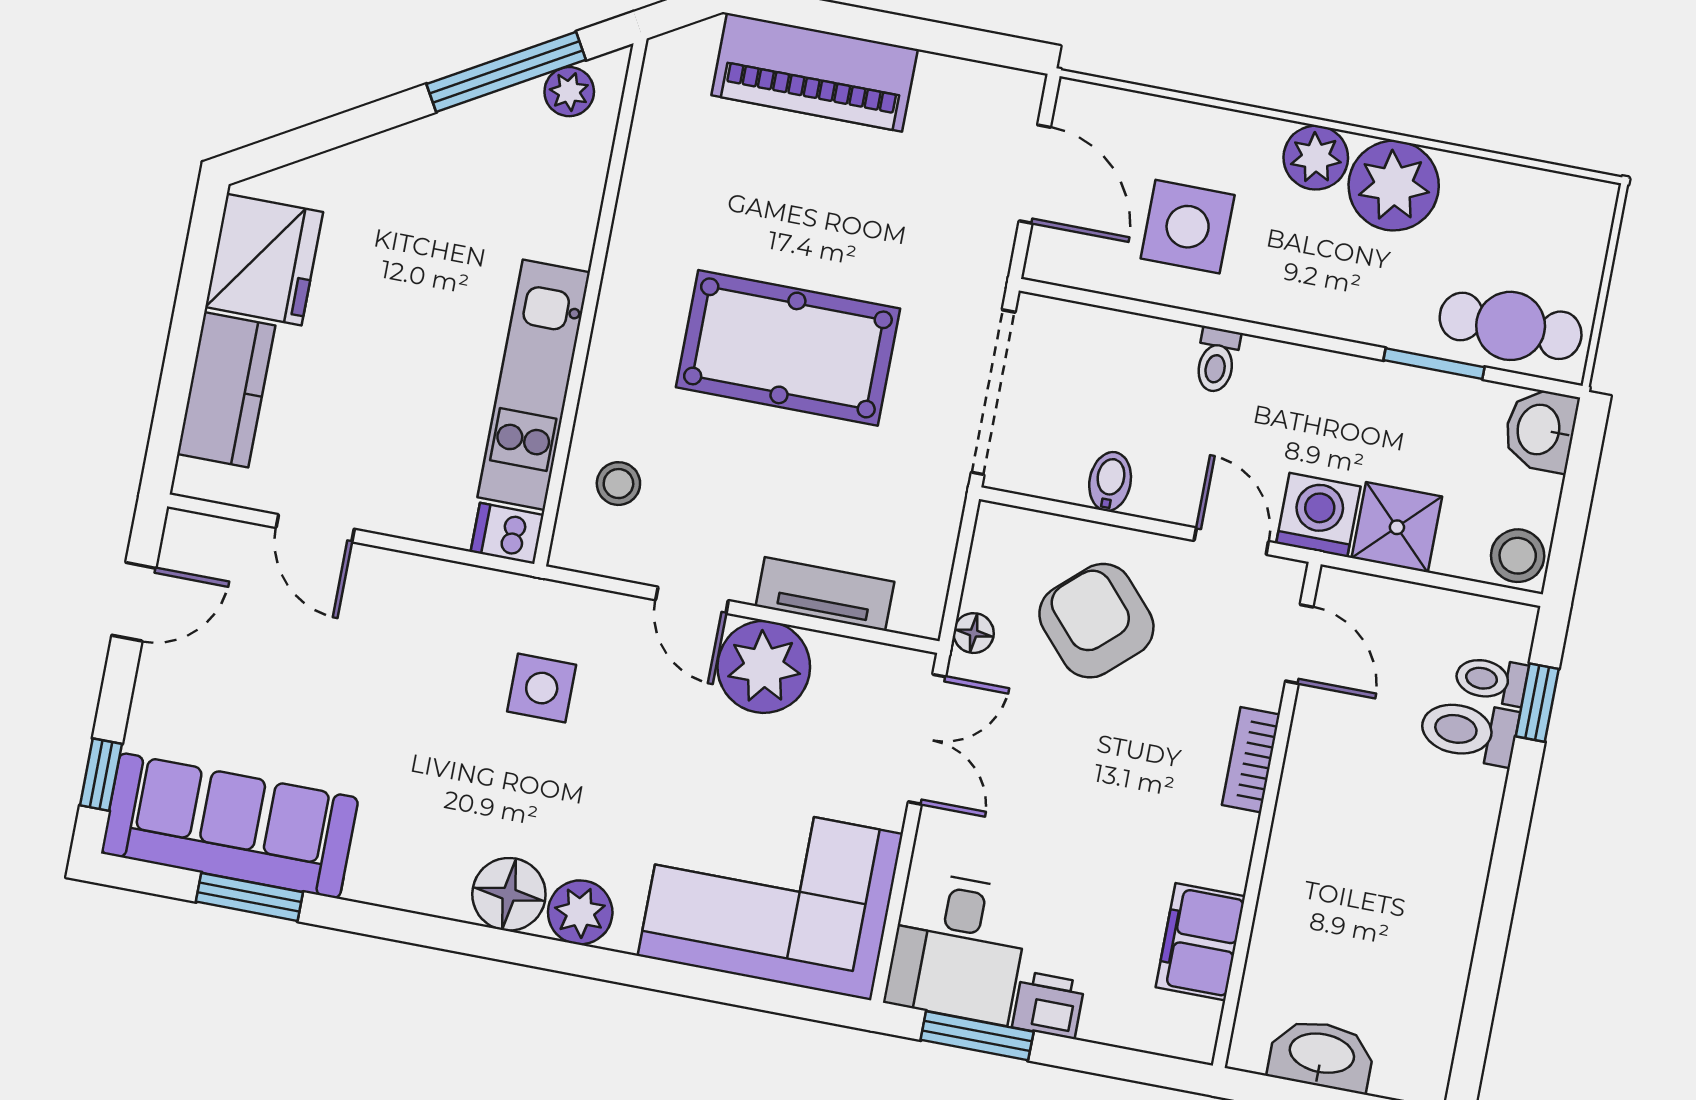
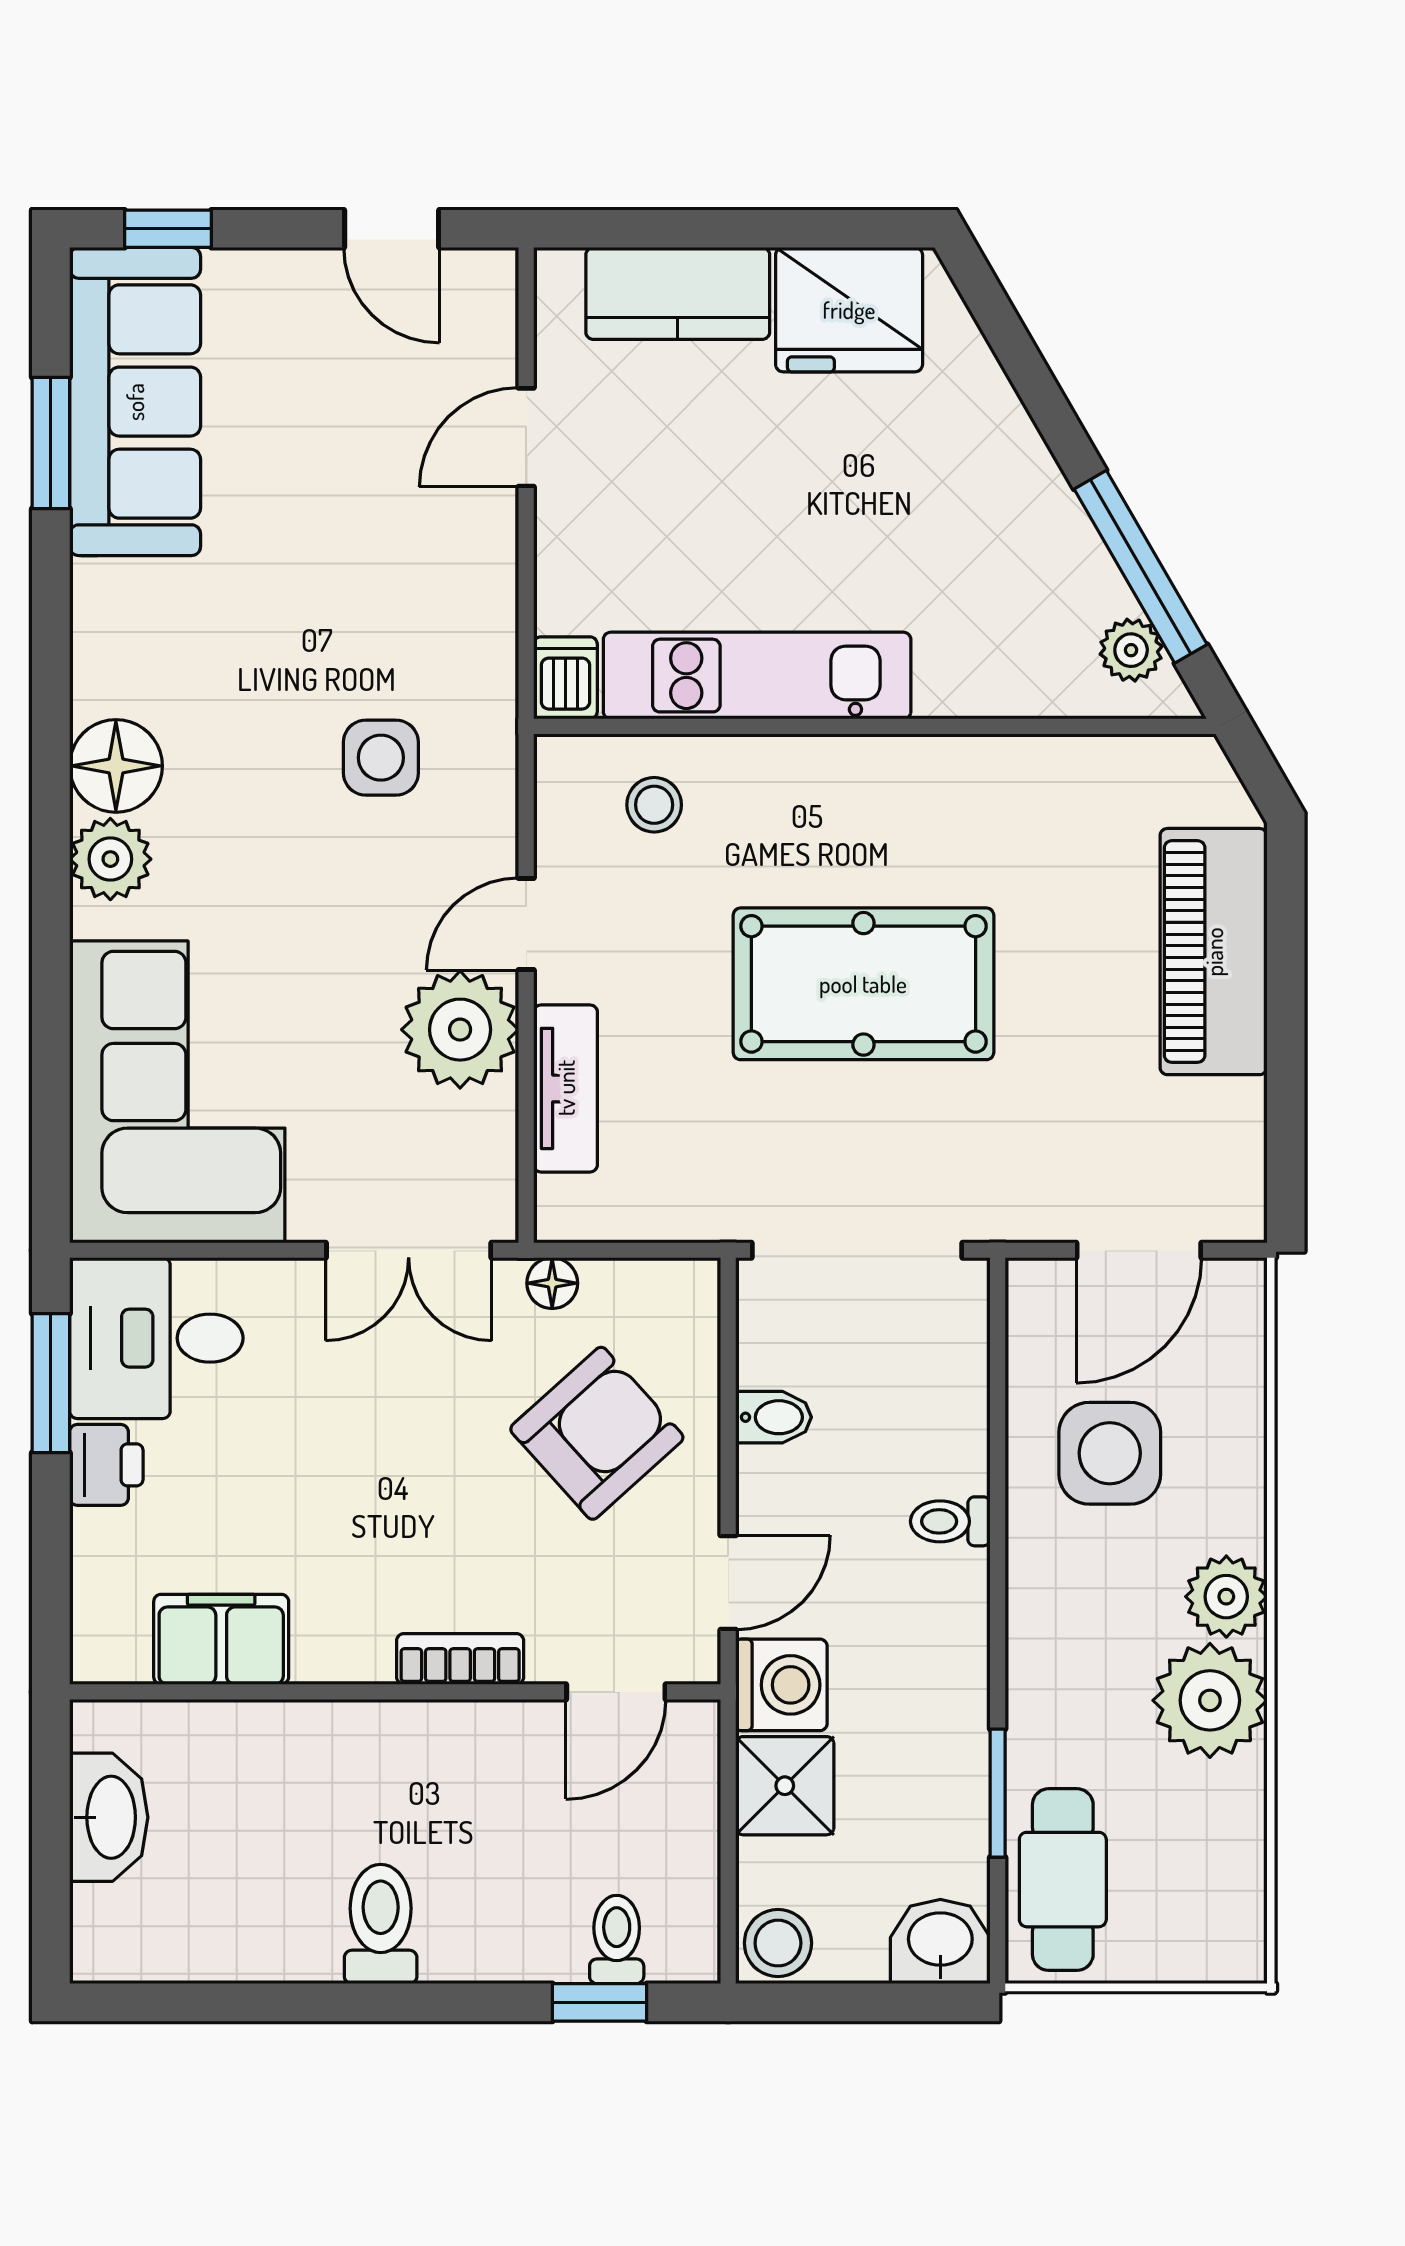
pool table: (788, 348) -> (863, 984), turned 90
toilet: (1469, 731) -> (381, 1924), moved

